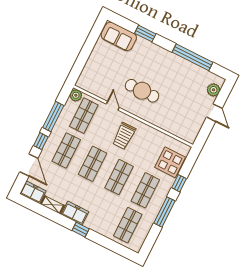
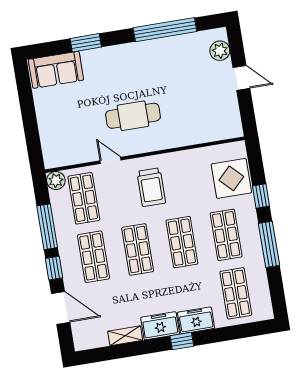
freezer: (33, 192) -> (196, 320), moved

